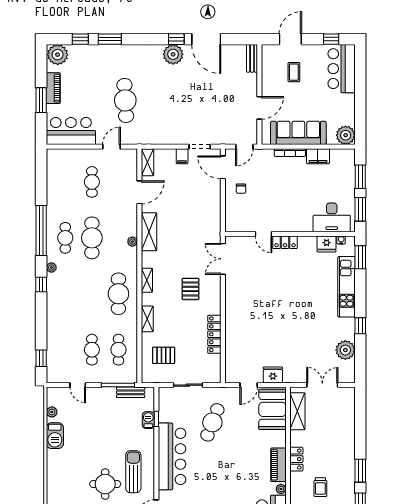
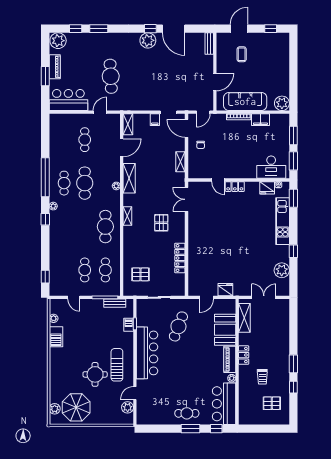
bar counter: (342, 69) -> (279, 52), removed
shelving: (147, 319) -> (180, 162), moved
booth: (272, 409) -> (225, 330), moved

